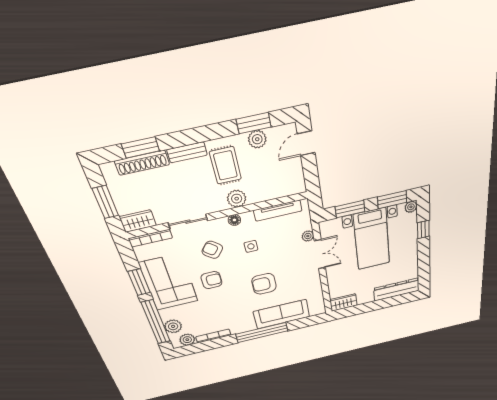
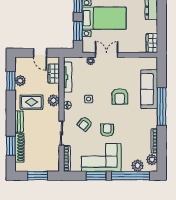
door: (306, 143) -> (40, 53), moved
wardrobe: (138, 221) -> (54, 74), moved

